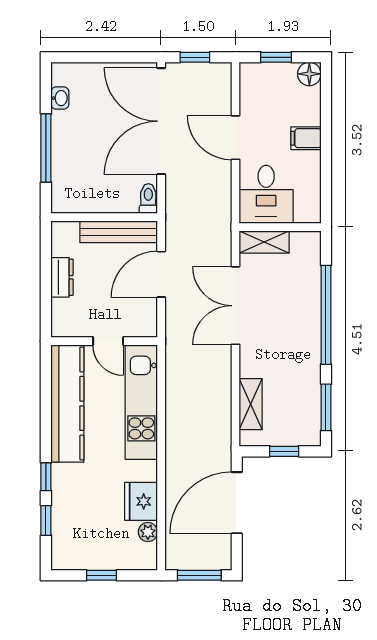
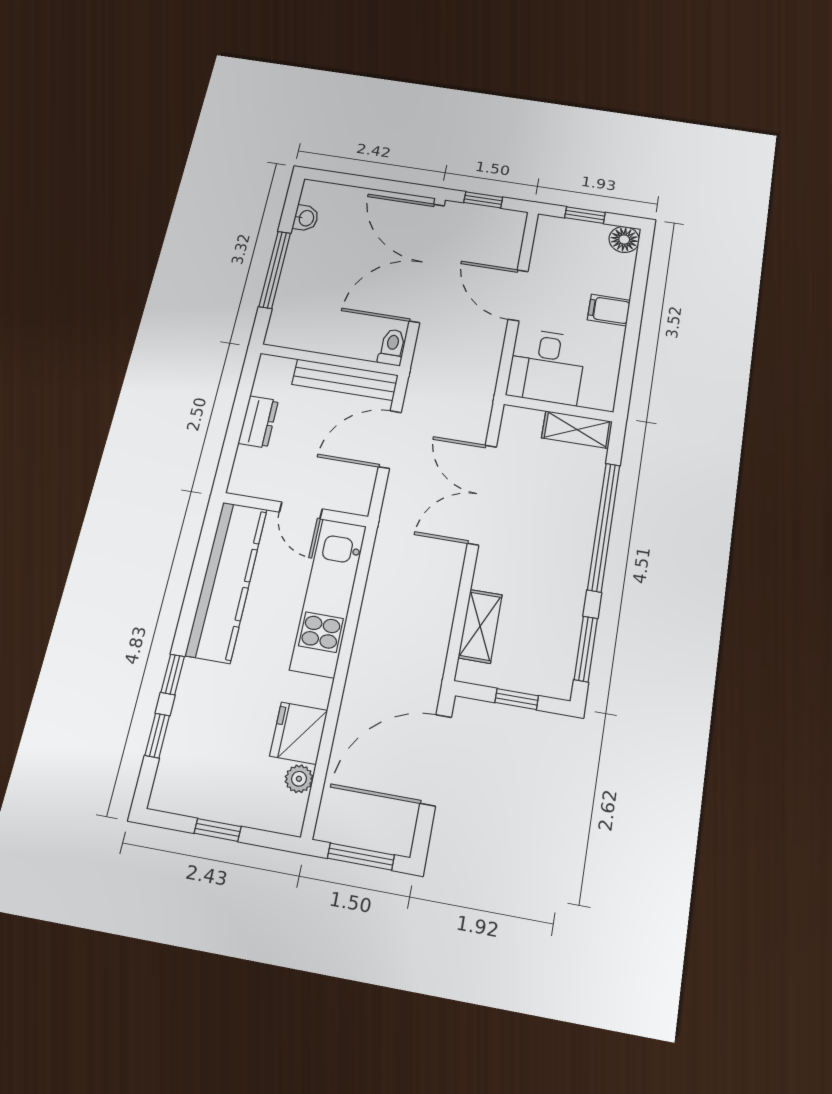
shelving: (264, 242) -> (577, 430), moved

